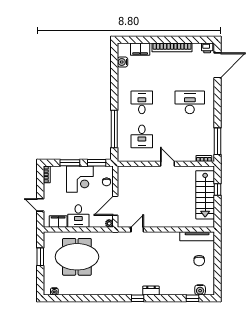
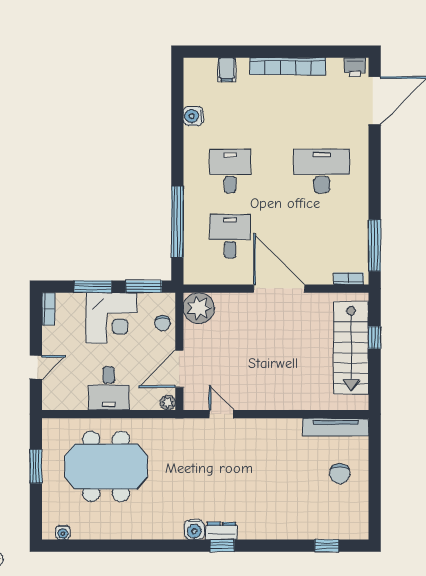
filing cabinet: (140, 49) -> (227, 70), width x0.50
water cooler: (123, 62) -> (193, 116), moved
desk: (142, 136) -> (230, 236), turned 180
door: (168, 164) -> (279, 289), width x1.88
plant: (125, 174) -> (199, 308), added
door: (40, 205) -> (36, 367), swing flipped
filing cabinet: (58, 222) -> (70, 399), removed
door: (137, 229) -> (221, 414), hinge flipped
water cooler: (200, 290) -> (194, 530), moved
dresser: (151, 291) -> (221, 531), moved

